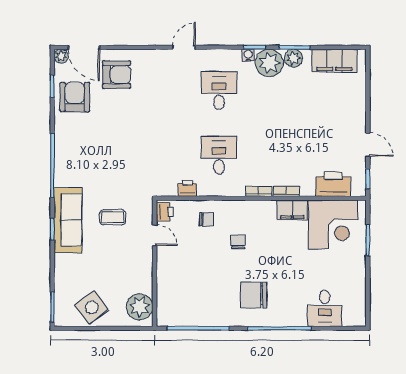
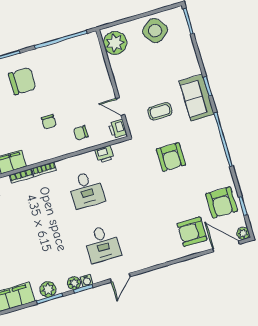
door: (184, 47) -> (120, 278), moved
plant: (269, 63) -> (74, 283), width x0.53, depth x0.53
armchair: (115, 163) -> (171, 157), added
sofa: (68, 220) -> (197, 98), width x0.73

